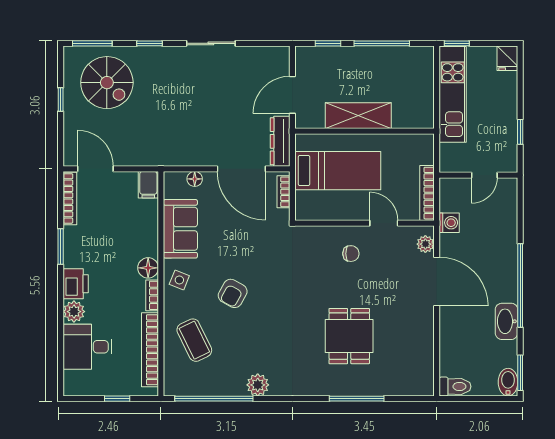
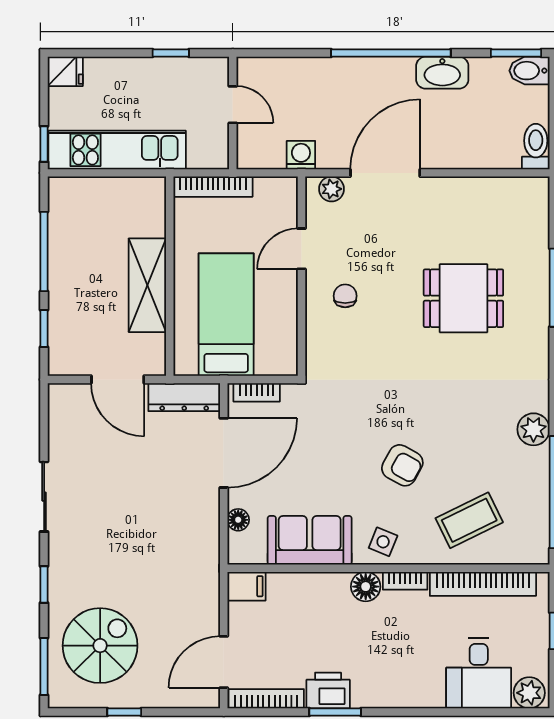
bookcase: (427, 193) -> (213, 187), moved
printer: (76, 284) -> (328, 690), moved
plant: (74, 312) -> (529, 693), moved

